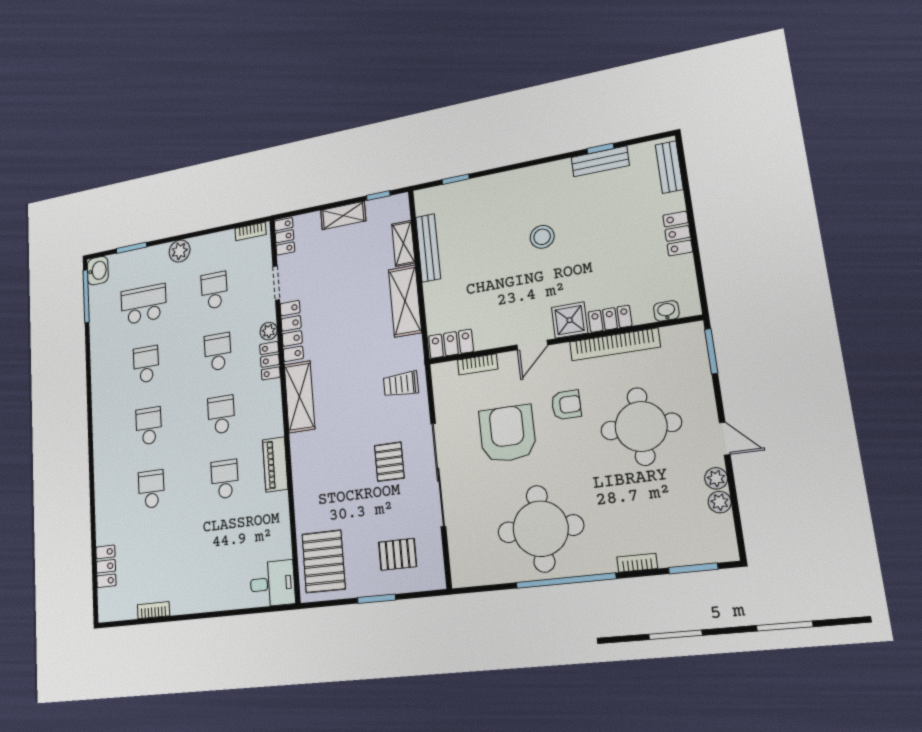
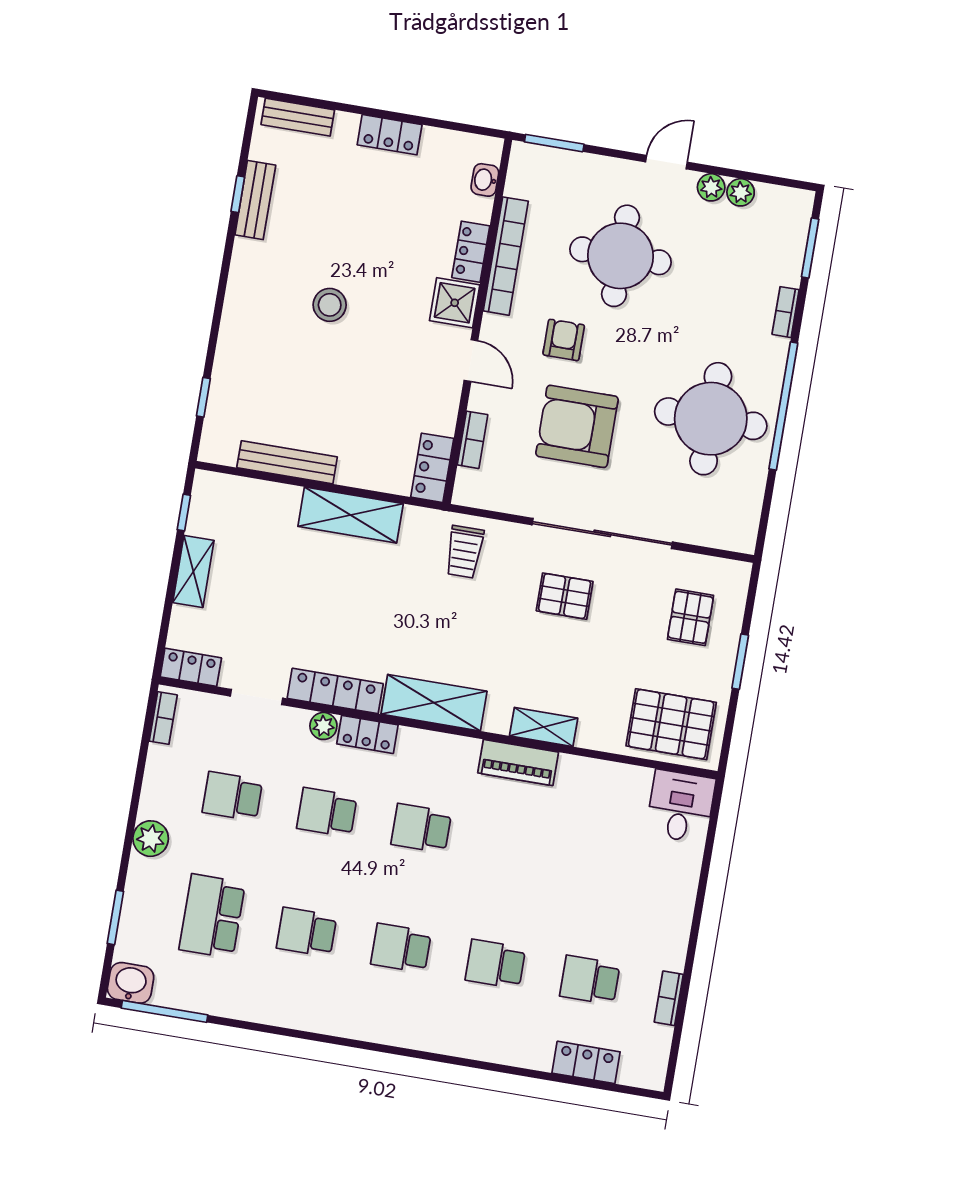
shelving: (403, 244) -> (544, 727), moved
school desk: (225, 479) -> (590, 980), moved

